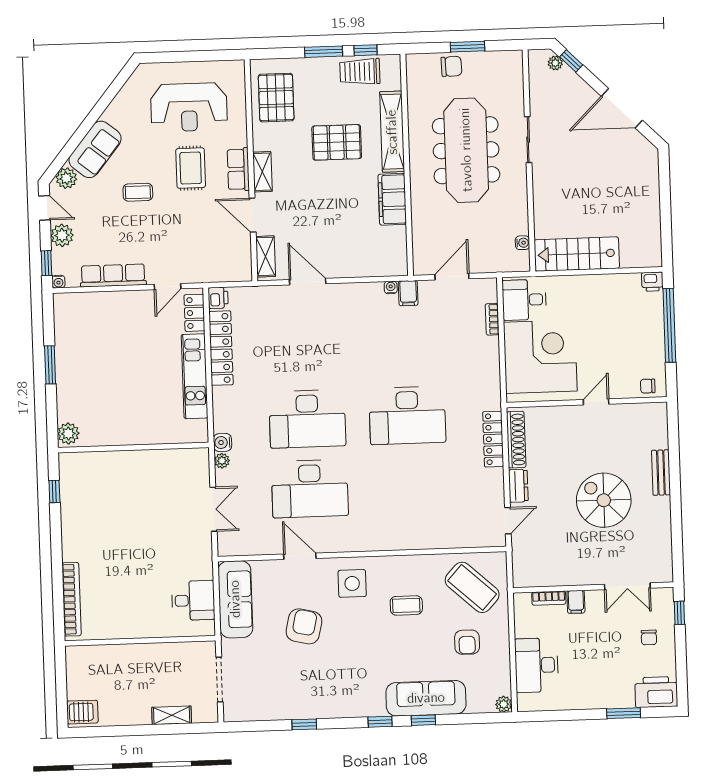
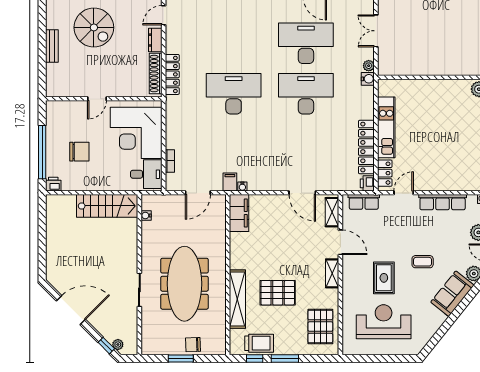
row of seats: (238, 169) -> (364, 202), moved, turned 90
filing cabinet: (392, 199) -> (239, 213), moved
chair: (648, 386) -> (79, 152), moved, width x1.87, depth x1.87

